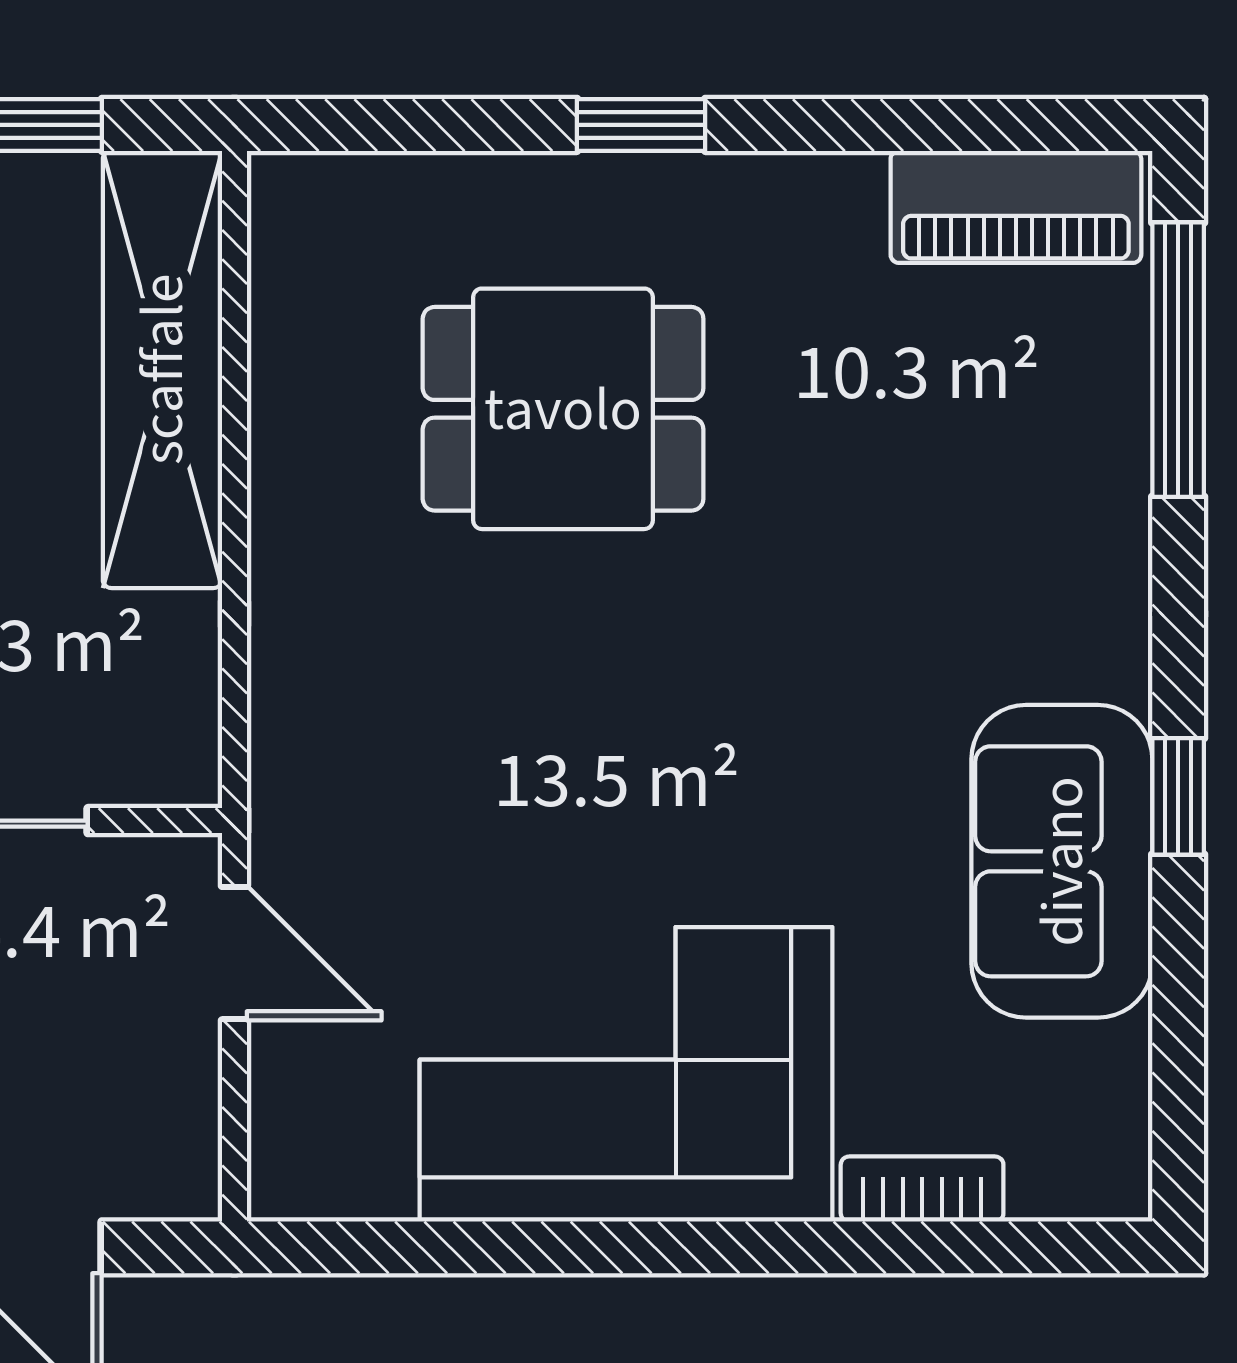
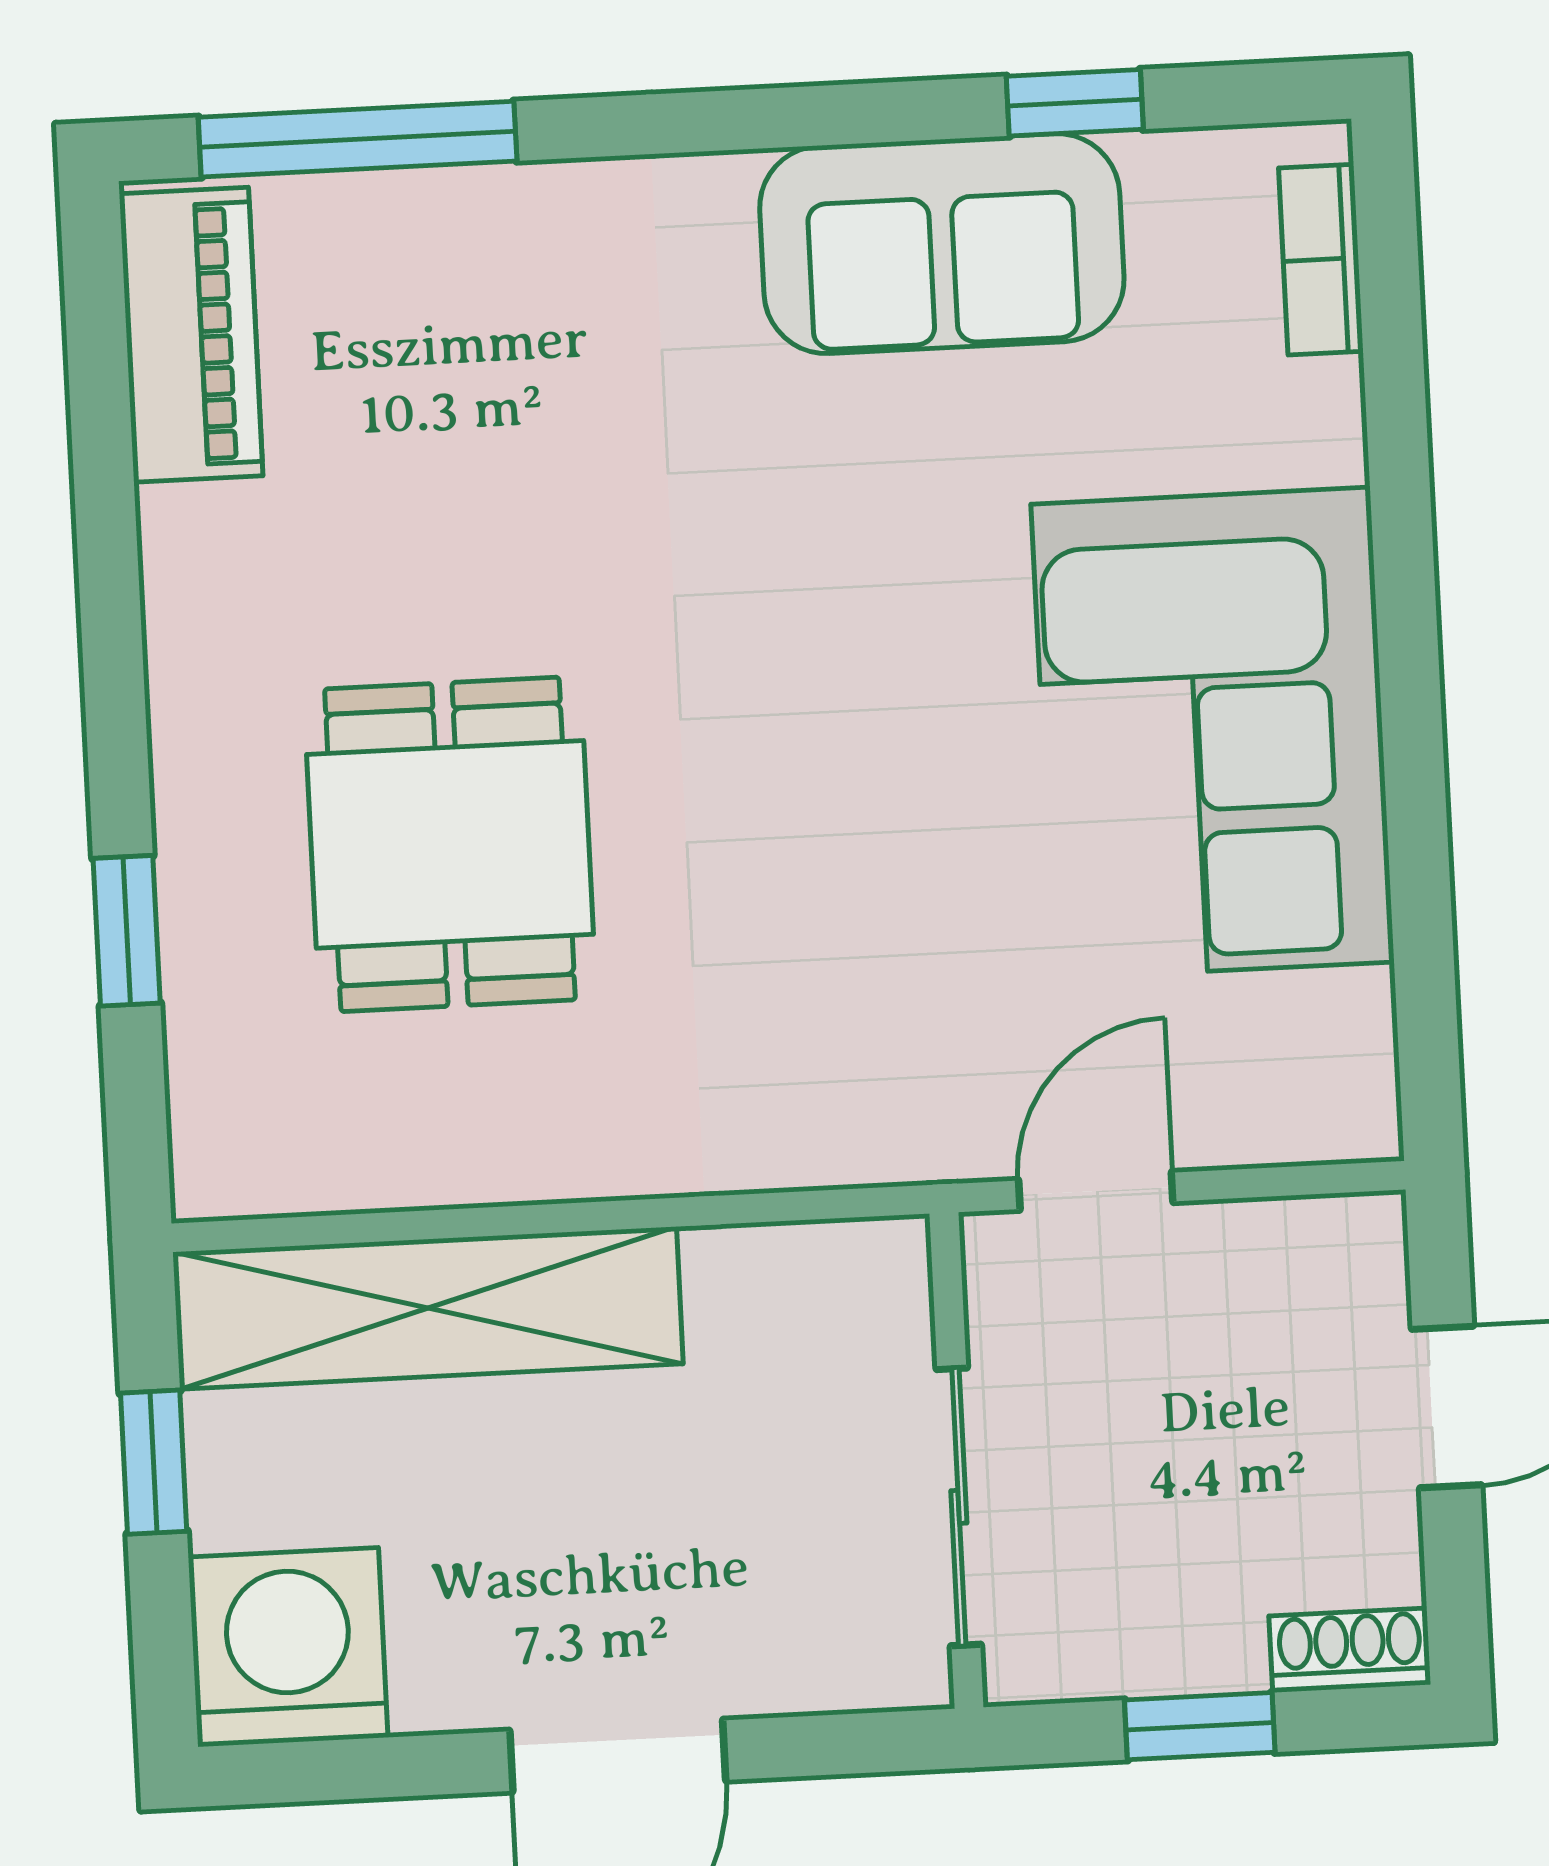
window: (641, 125) -> (127, 931), moved
window: (1178, 796) -> (1075, 103), moved
bookcase: (922, 1189) -> (1321, 260), moved

